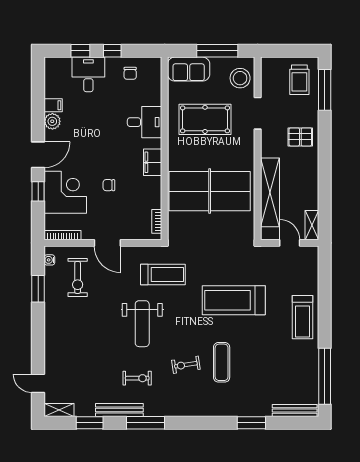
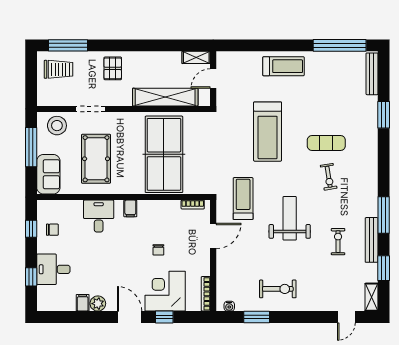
window: (112, 51) -> (31, 229), moved
filing cabinet: (153, 162) -> (130, 208), width x0.50
door: (107, 243) -> (213, 236), moved
exercise bike: (78, 277) -> (278, 289), moved
weight bench: (142, 324) -> (290, 218), turned -90
exercise bike: (137, 378) -> (338, 242), moved

